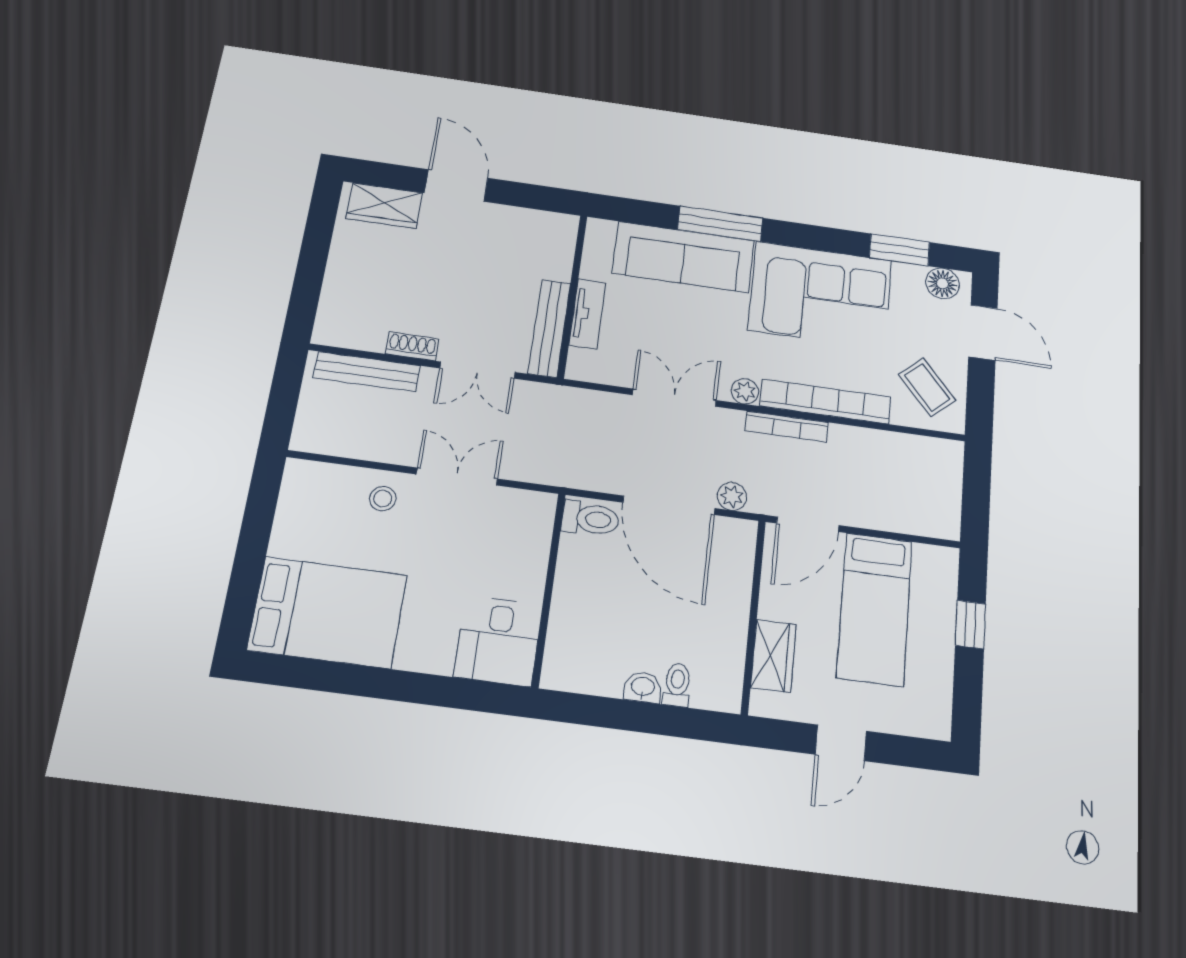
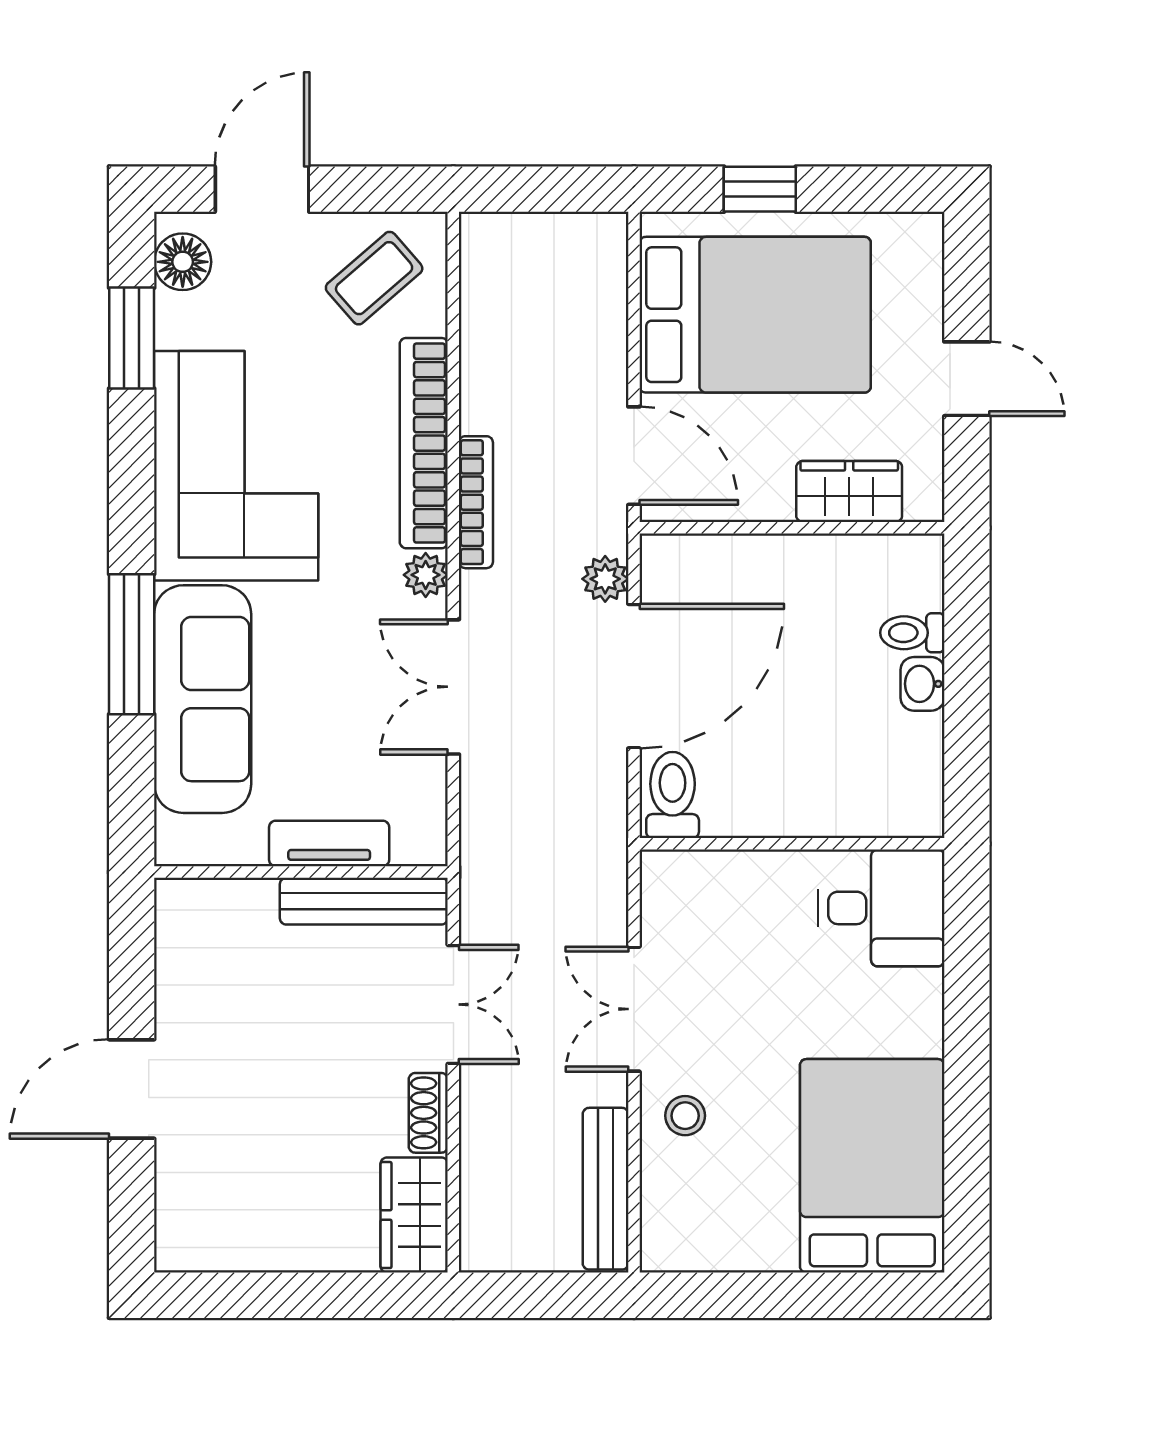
wardrobe: (384, 206) -> (414, 1215), moved, turned 180
bench: (367, 372) -> (606, 1189), moved
bed: (875, 609) -> (755, 315), width x1.50

